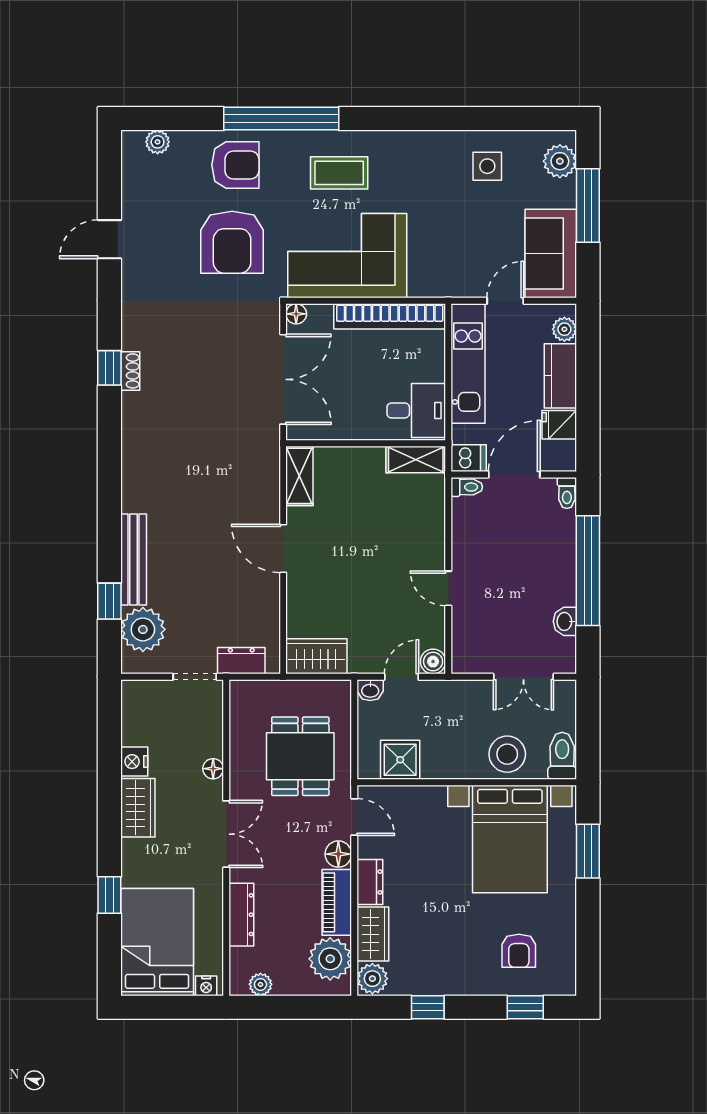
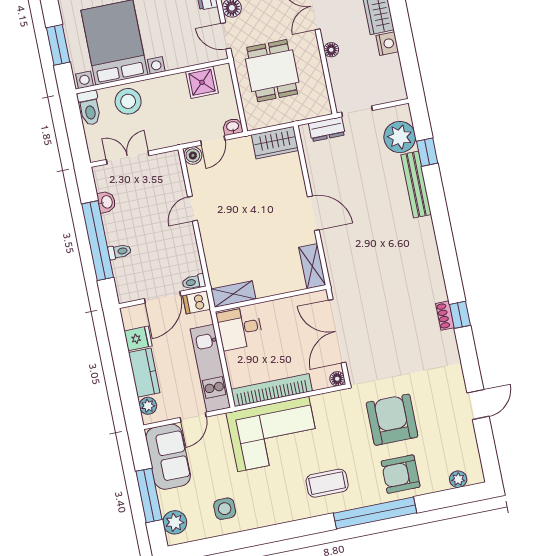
corner sofa: (347, 256) -> (273, 434), moved
toilet: (567, 493) -> (119, 252), moved, turned 90
door: (448, 588) -> (192, 209), swing flipped

